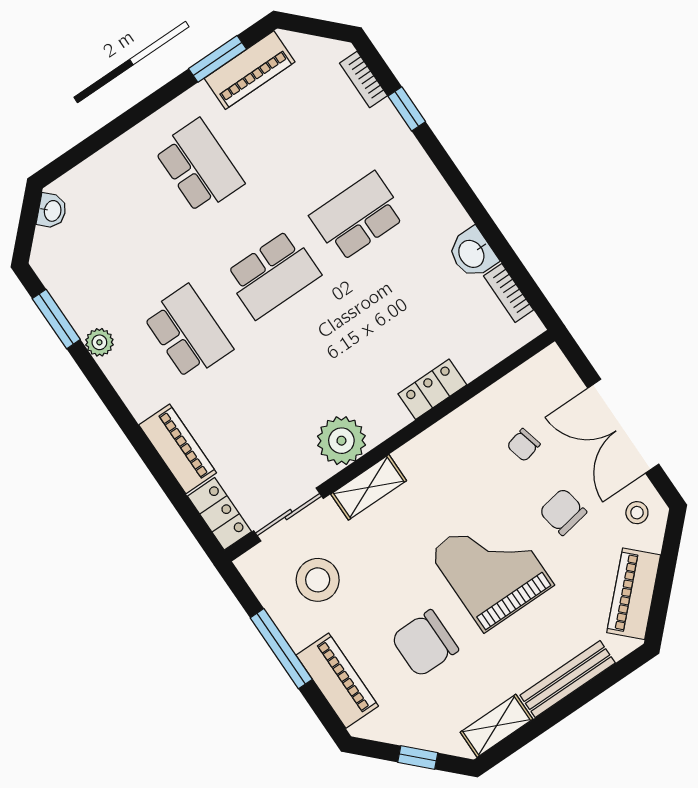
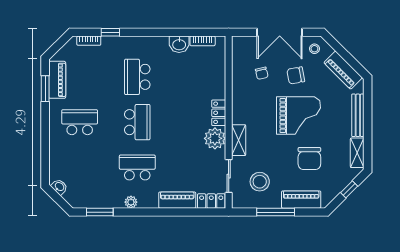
plant: (99, 342) -> (131, 202), moved
locker: (432, 389) -> (219, 113), moved
grand piano: (491, 568) -> (299, 116), turned 180

